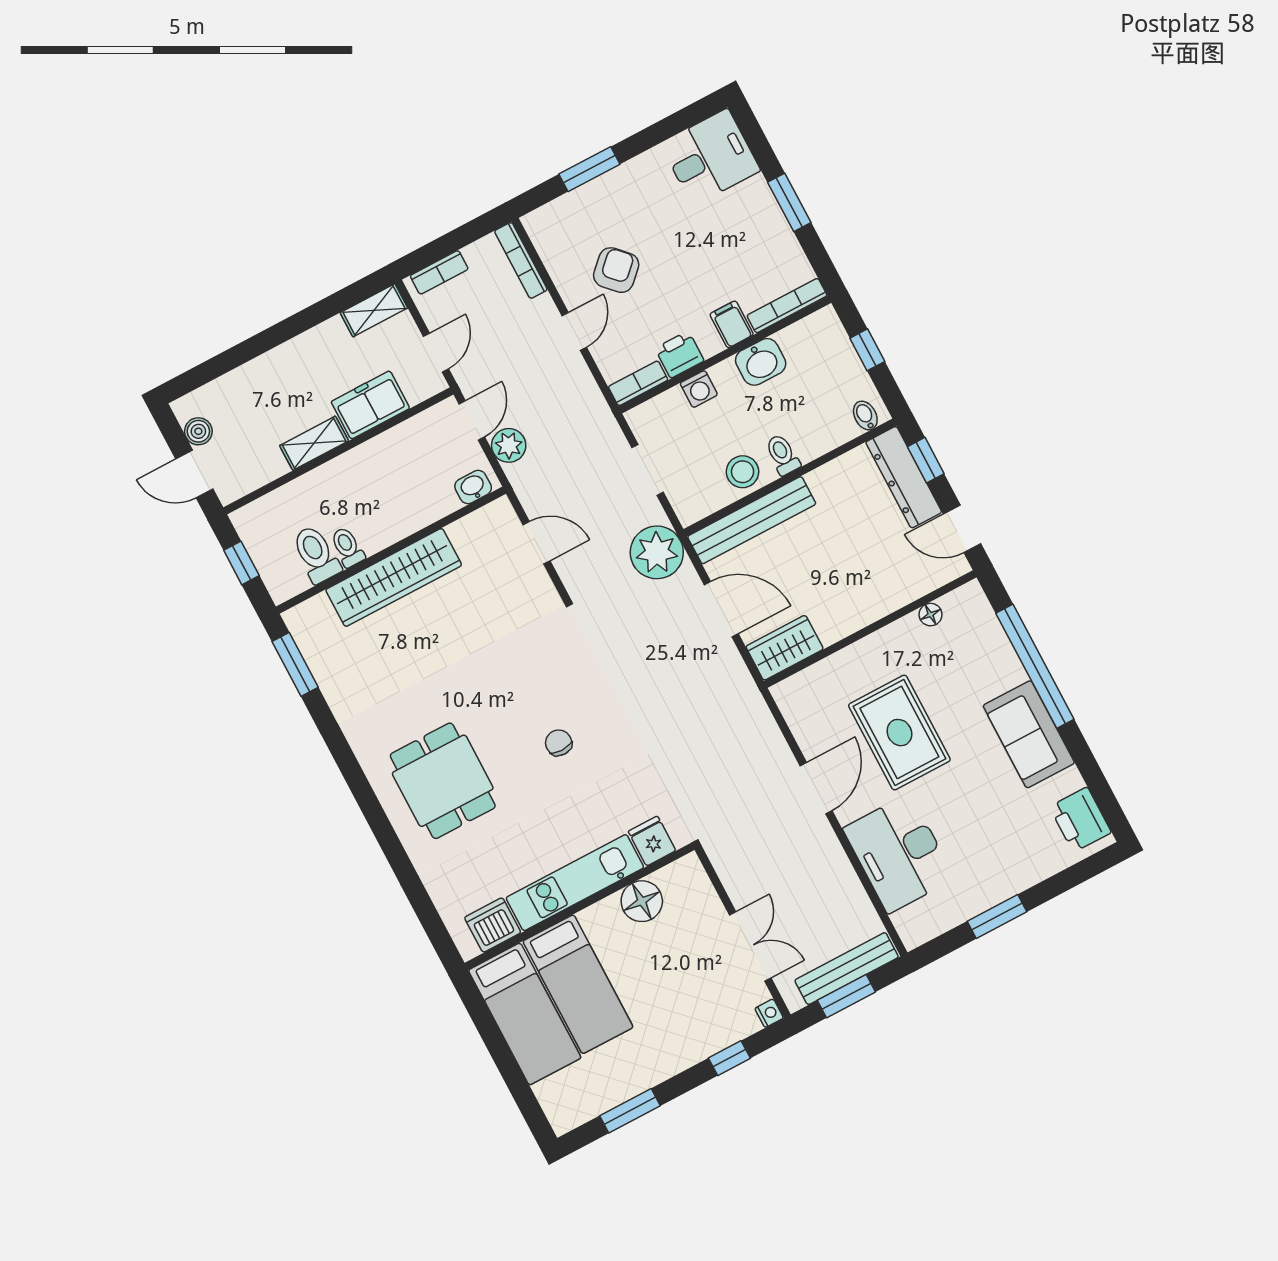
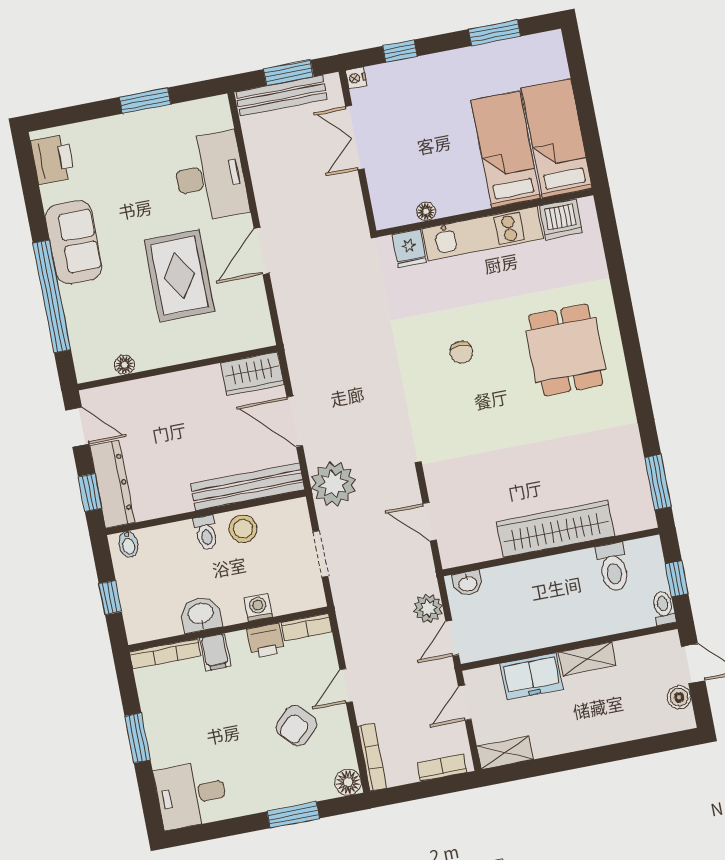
floor lamp: (539, 224) -> (348, 782), added
toilet: (347, 547) -> (663, 608), moved, turned 180
floor lamp: (642, 901) -> (426, 211), width x0.53, depth x0.53

